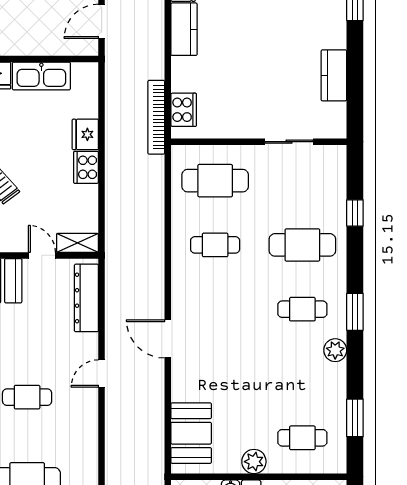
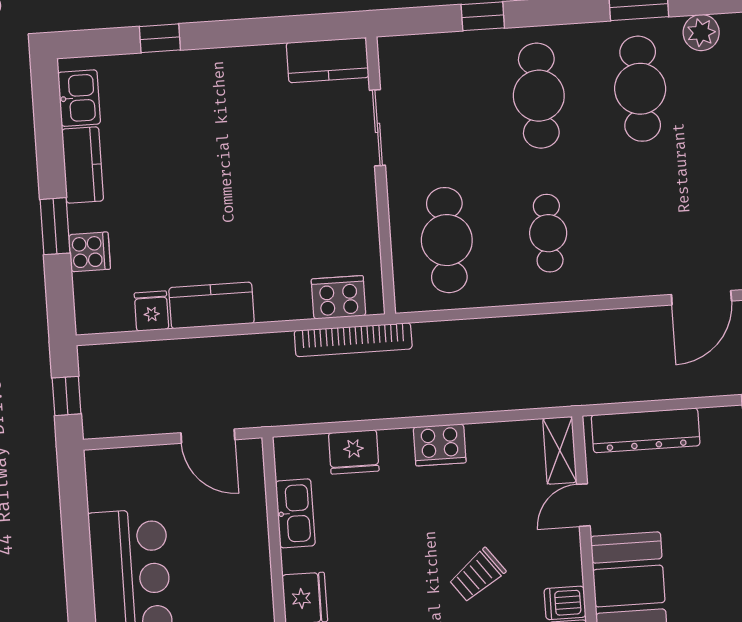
kitchen counter: (334, 75) -> (328, 60), moved
kitchen sink: (41, 76) -> (295, 513), width x0.73, depth x0.81
fridge: (85, 134) -> (354, 452), moved
cafe table: (302, 309) -> (640, 89), width x1.37, depth x1.35

